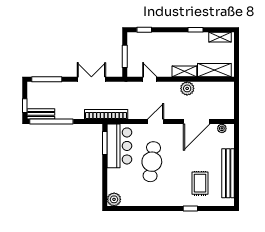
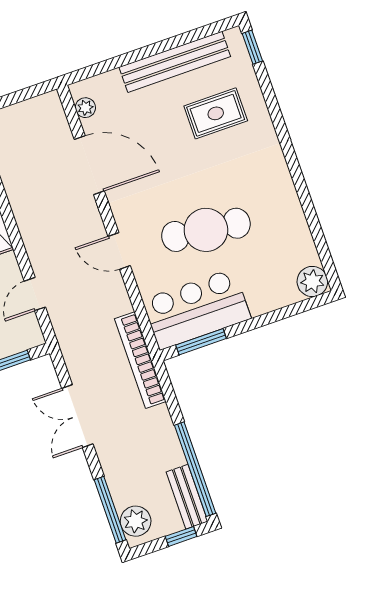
plant: (187, 88) -> (136, 521), moved
window: (190, 209) -> (252, 47), moved

